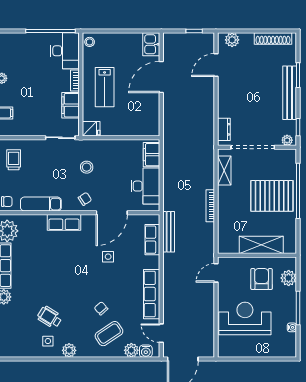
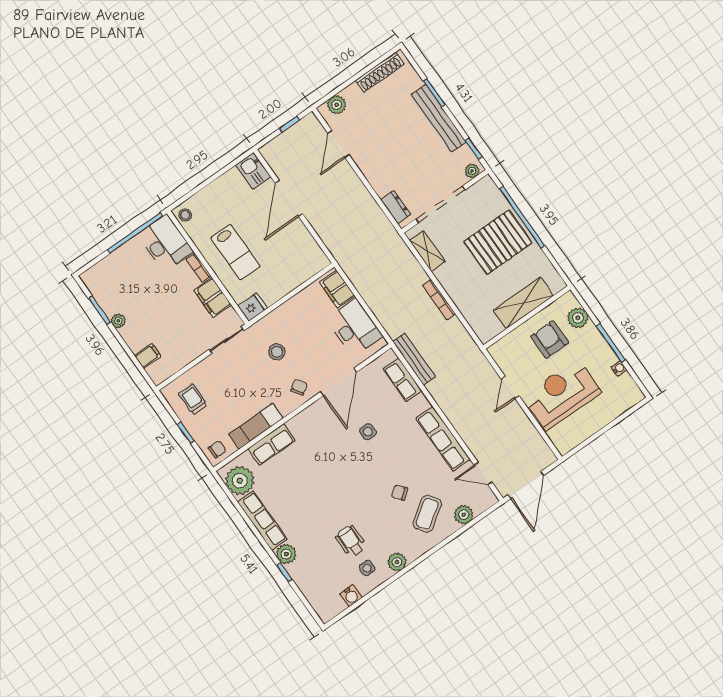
row of seats: (64, 222) -> (271, 445), moved
door: (216, 273) -> (510, 387), moved
wheelchair: (50, 317) -> (351, 541), turned 58
water cooler: (146, 351) -> (351, 596), moved

